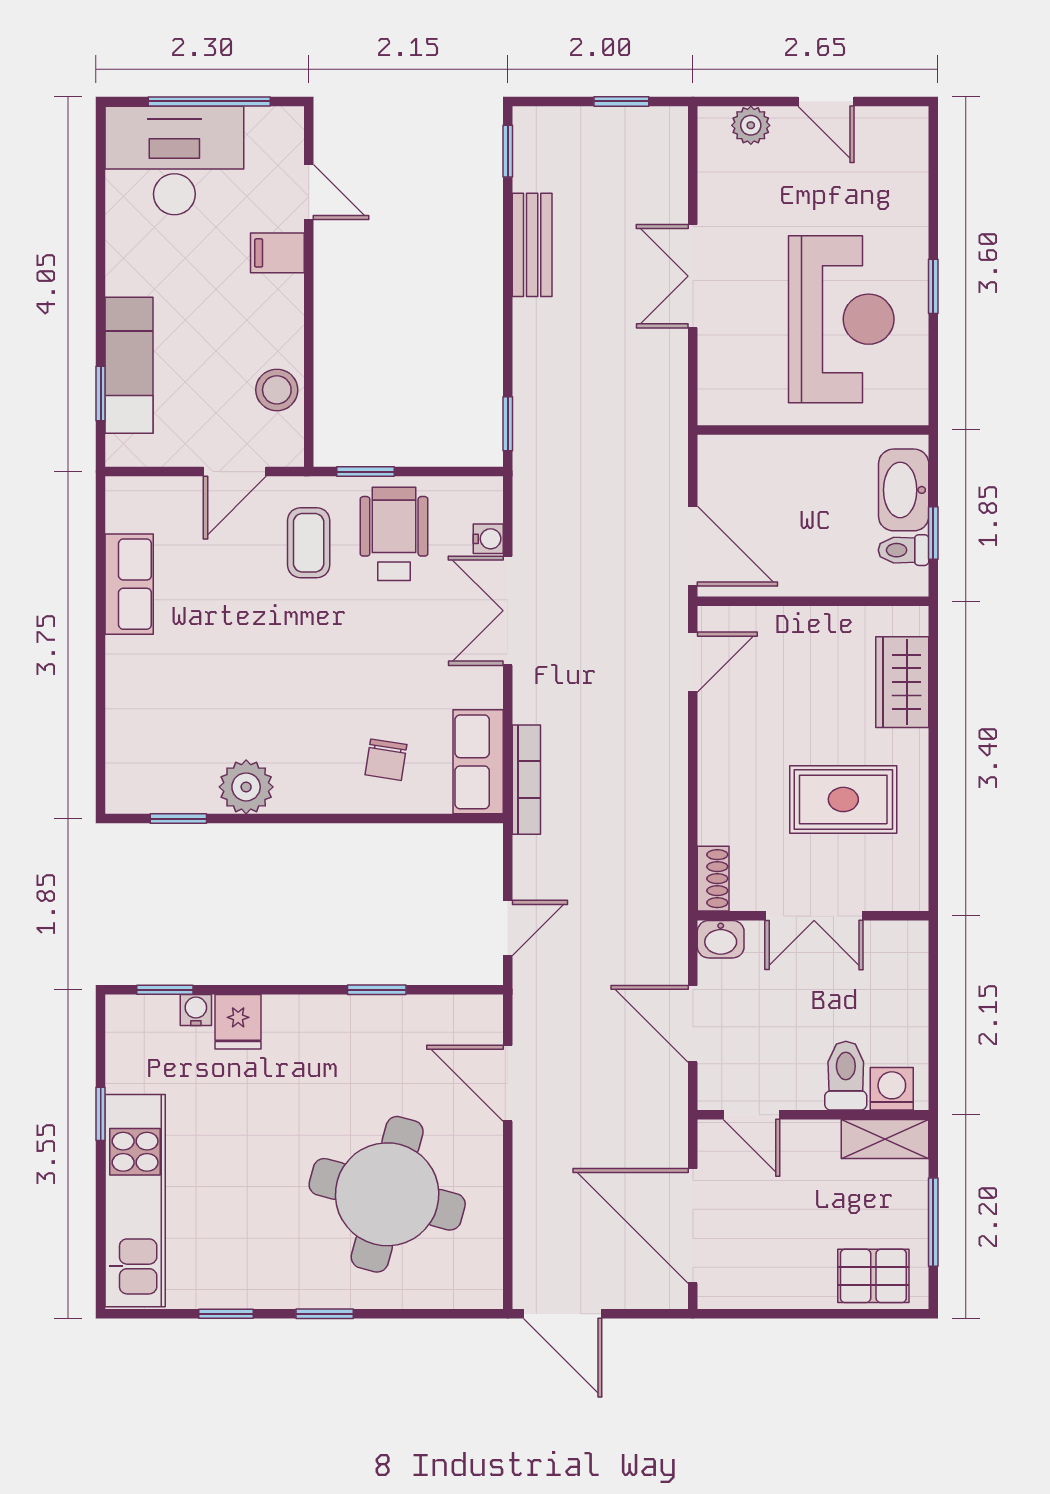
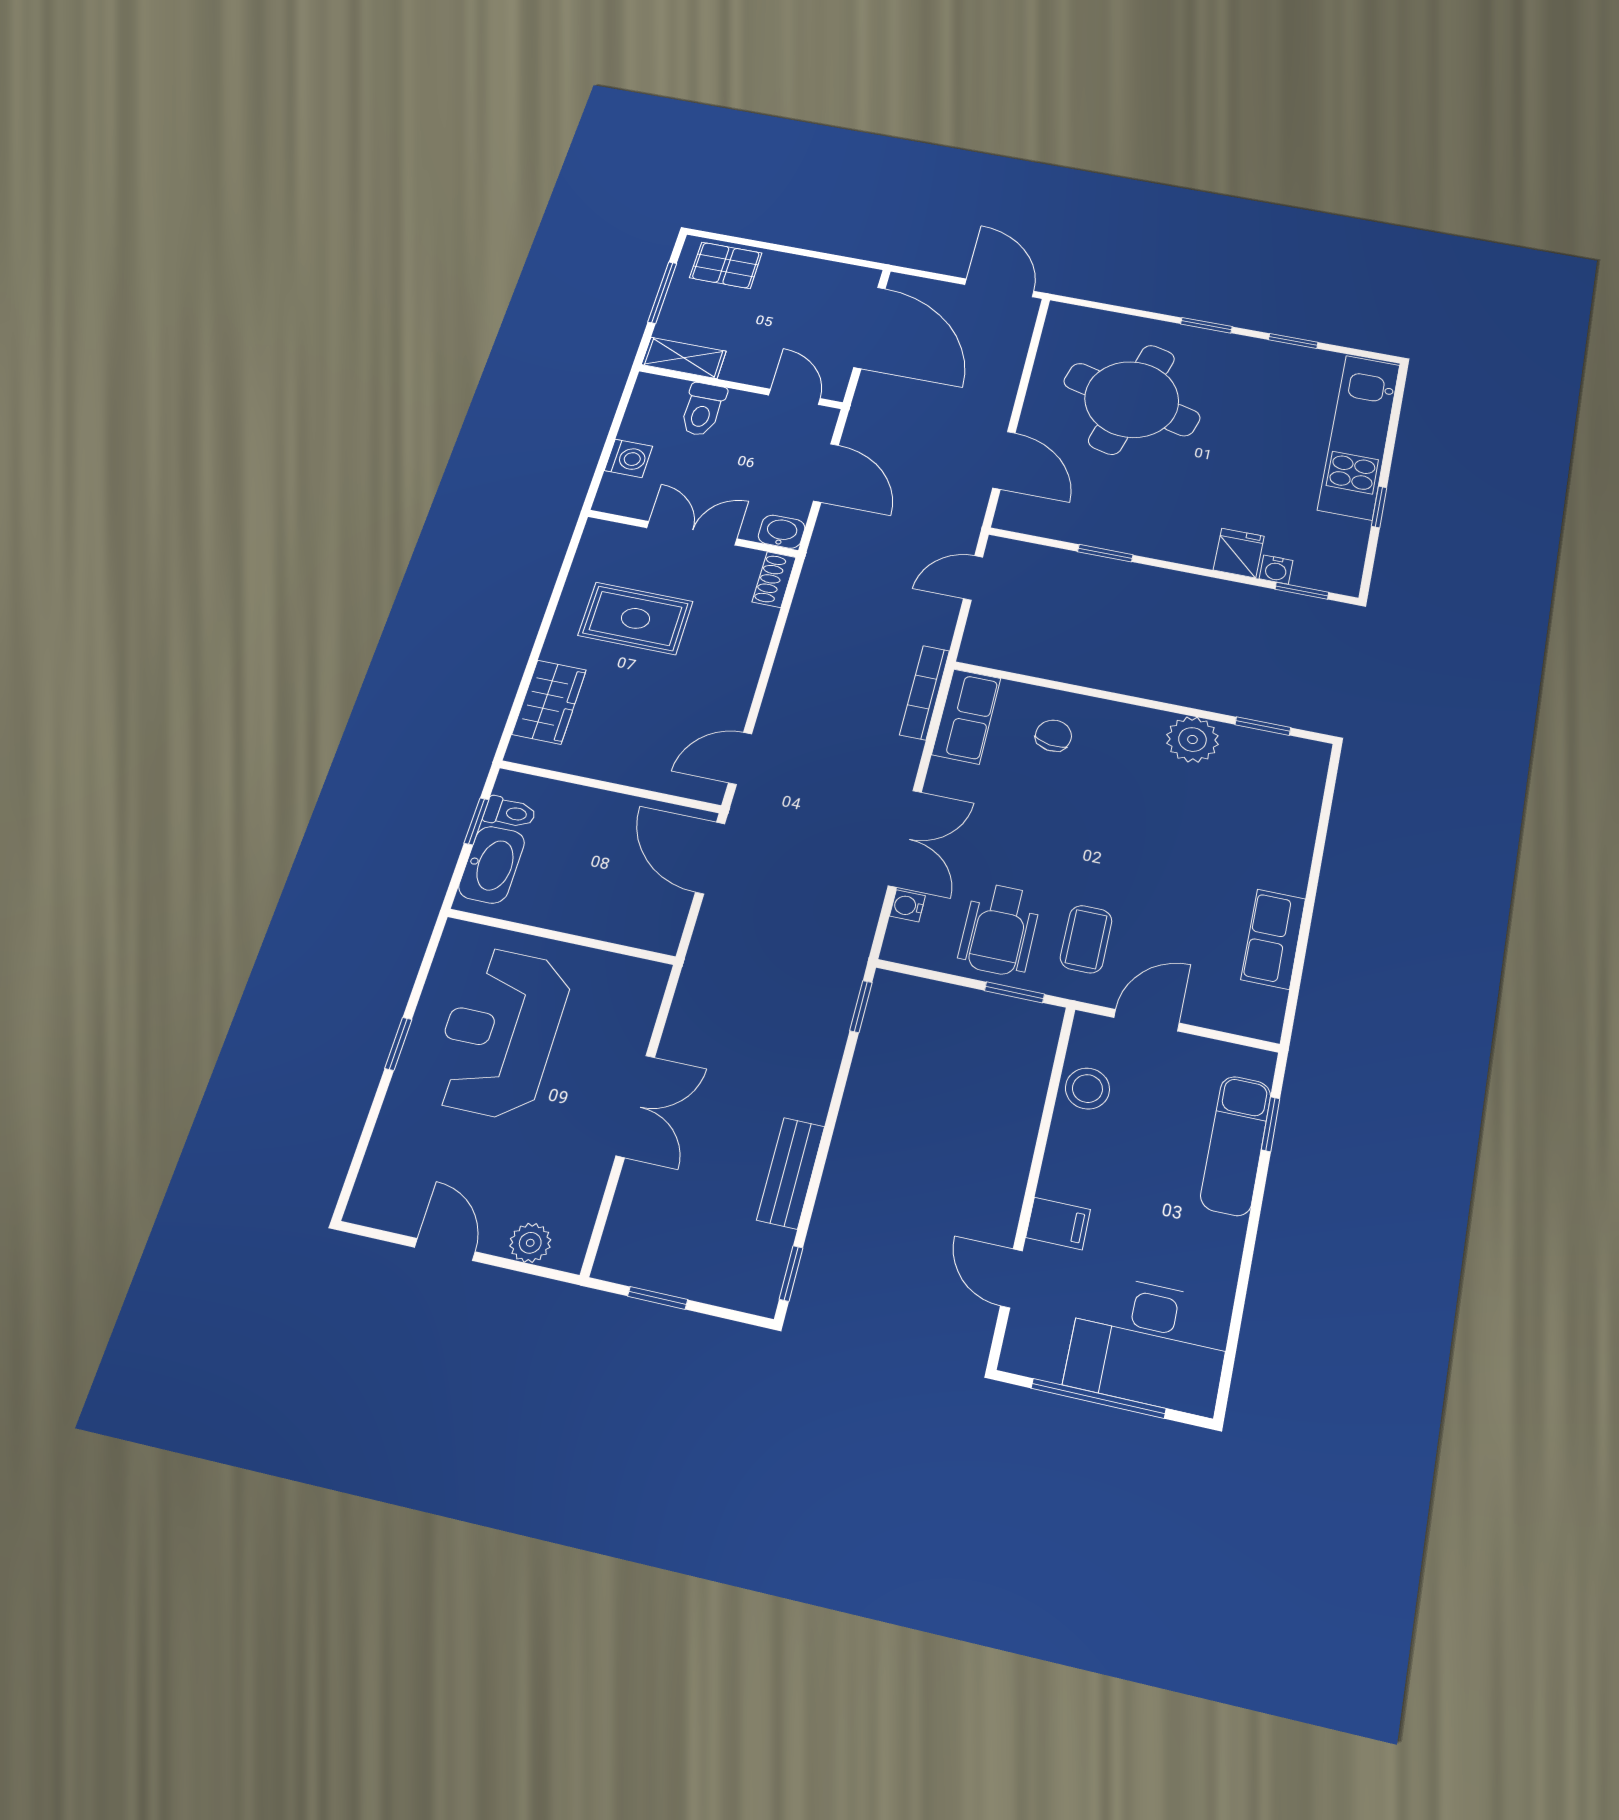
washing machine: (892, 1089) -> (628, 458), moved, turned -90

